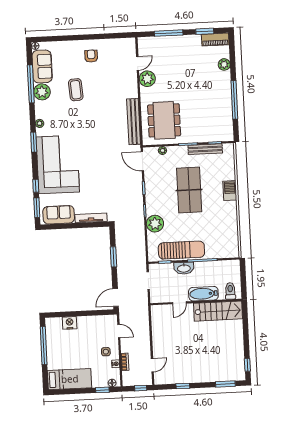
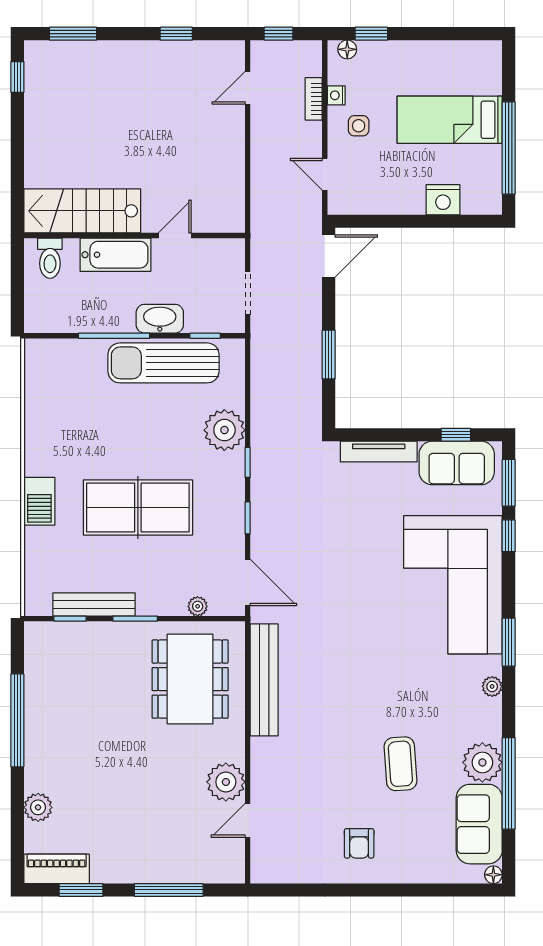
table tennis table: (189, 190) -> (138, 507), turned 90
window: (60, 226) -> (456, 435), added
bed: (70, 379) -> (450, 120), moved

